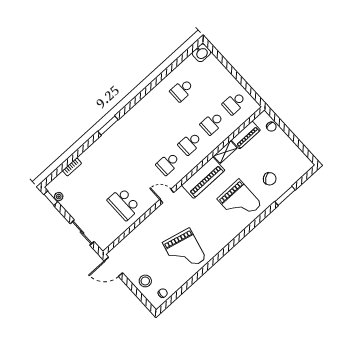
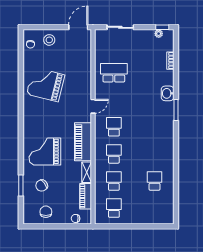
washbasin: (201, 53) -> (168, 93), moved
chair: (288, 156) -> (46, 212), added

